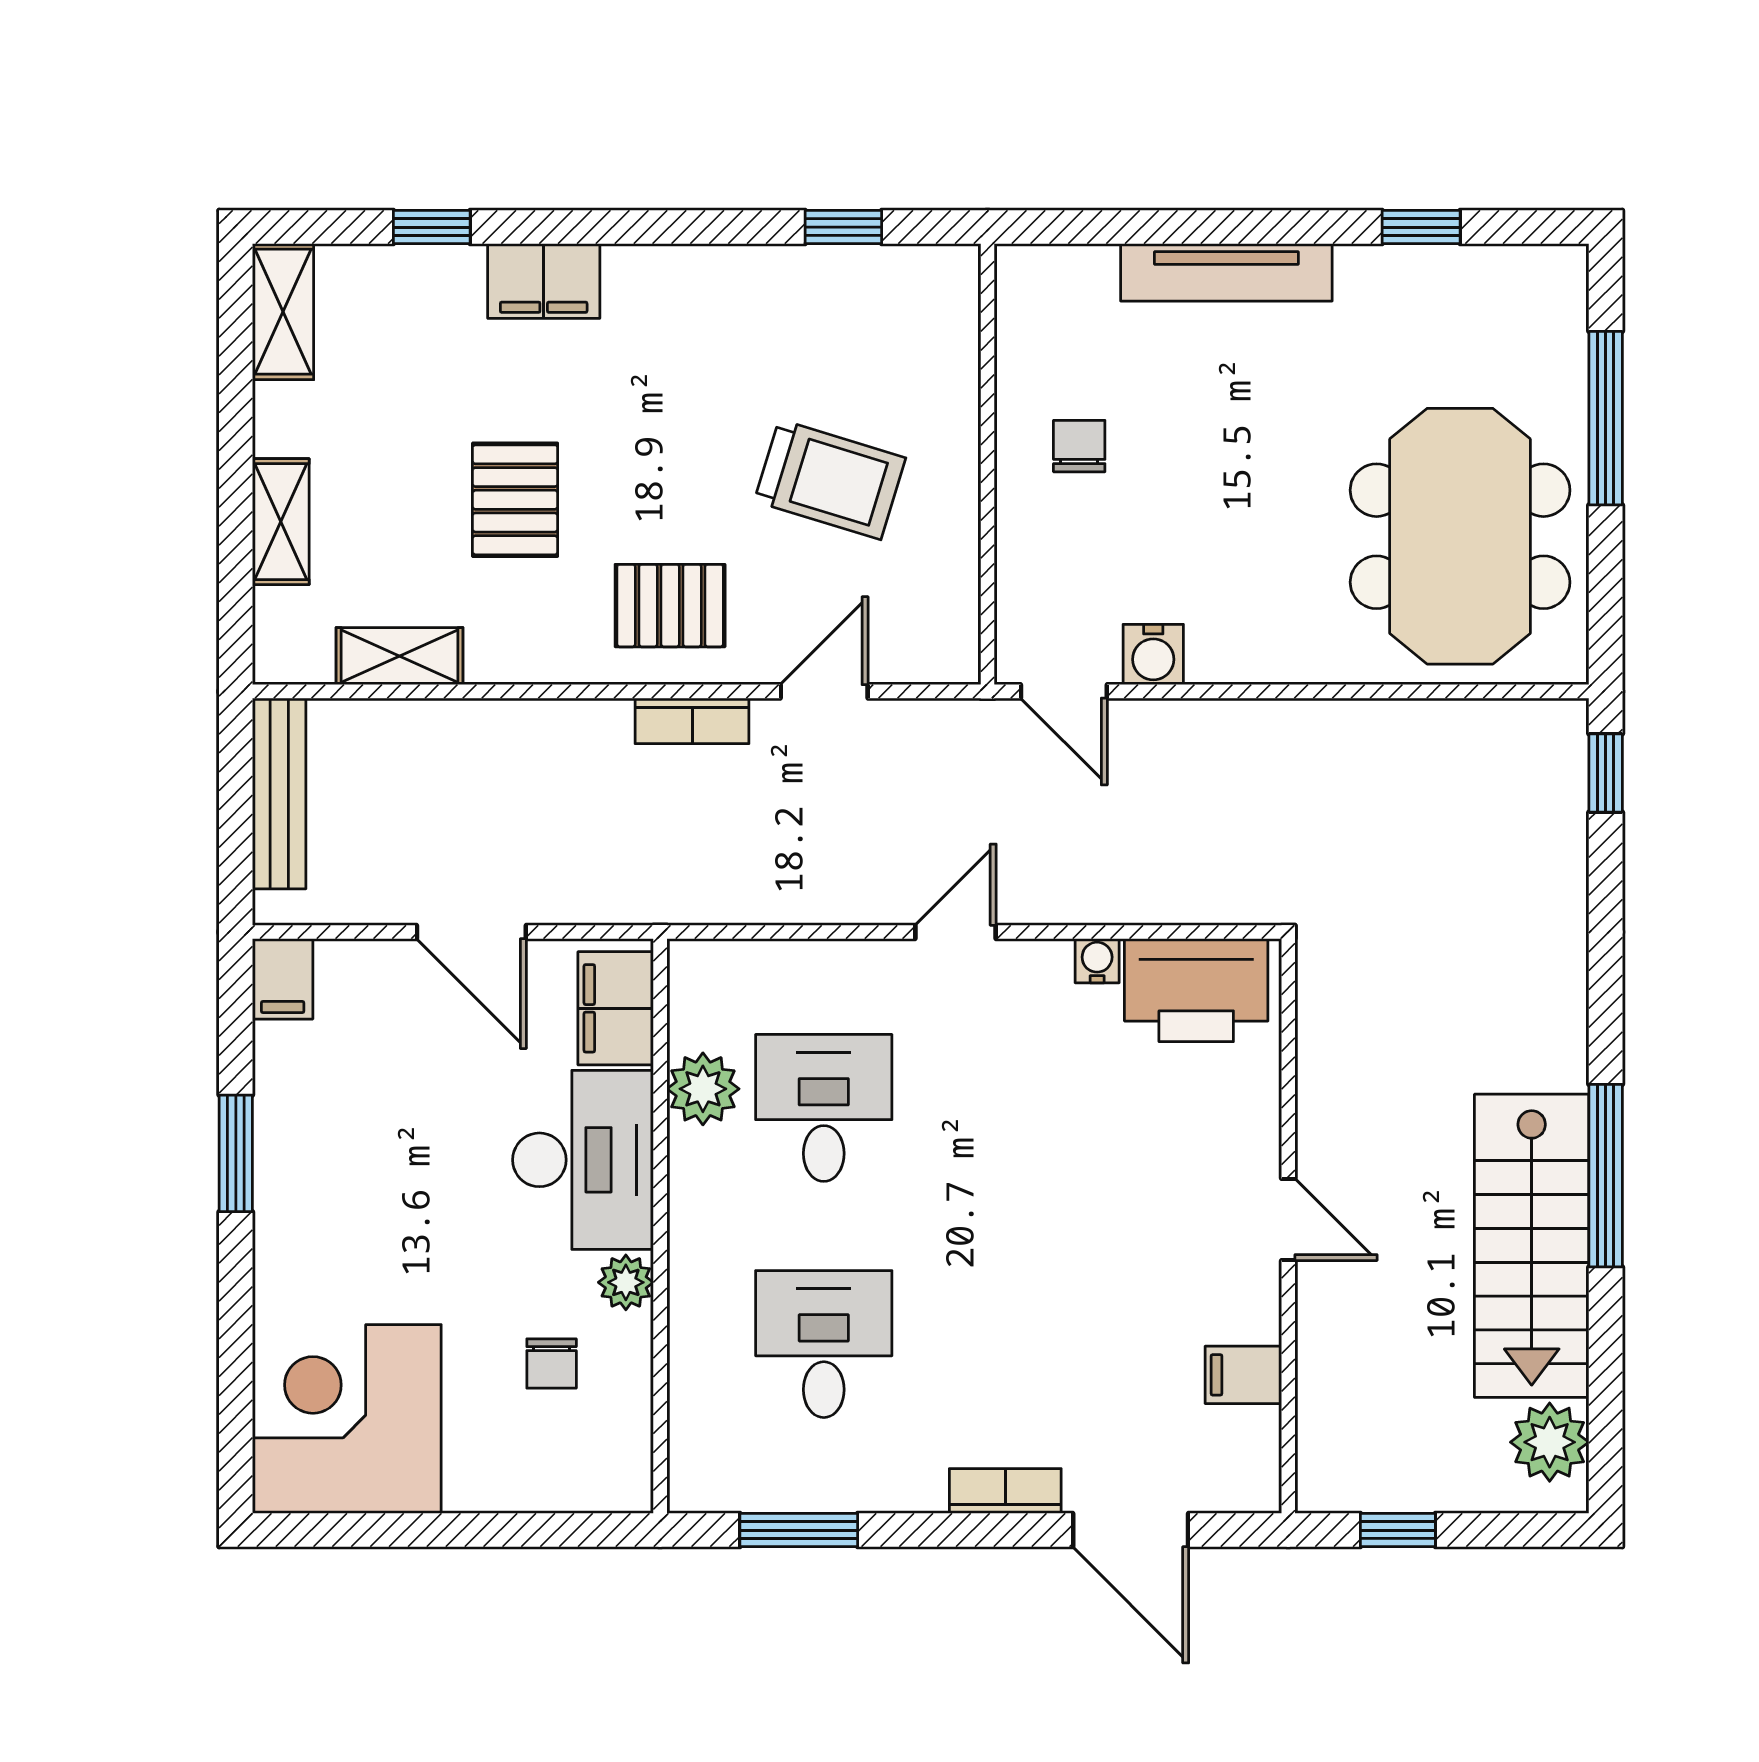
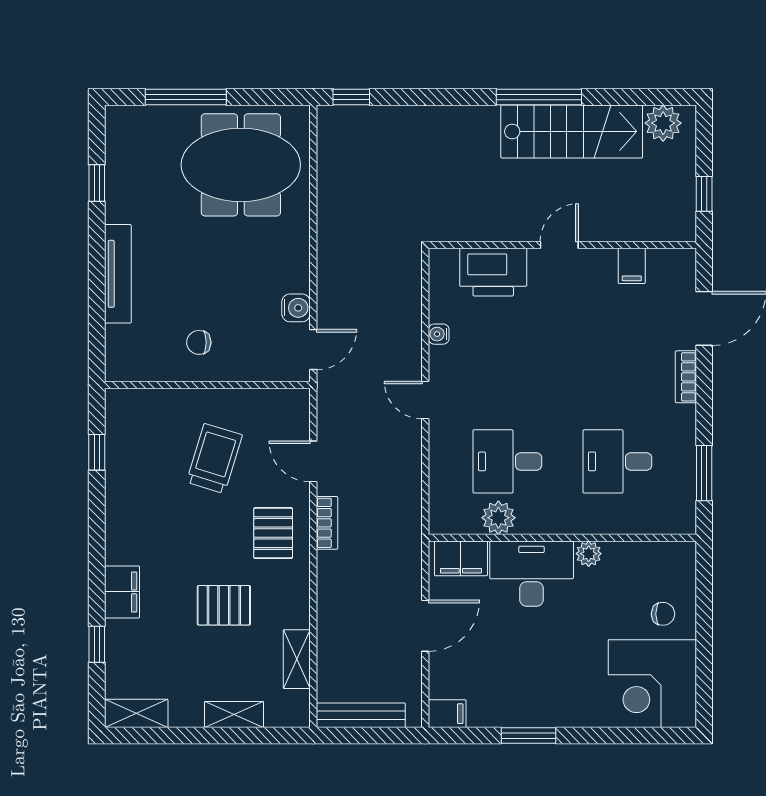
printer: (1196, 990) -> (493, 272), moved, turned 90
chair: (552, 1363) -> (663, 614), moved

